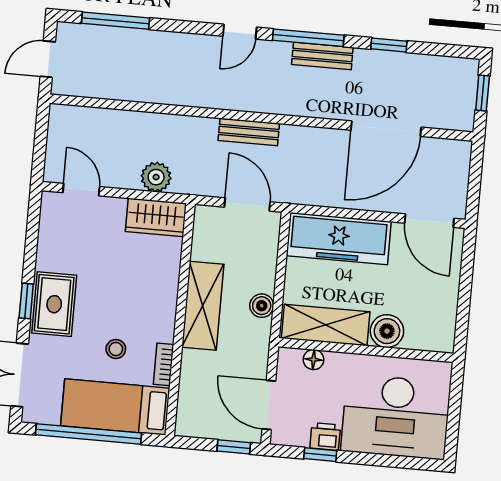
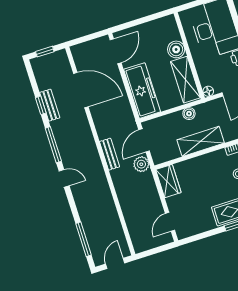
bench: (322, 56) -> (50, 105), moved
door: (48, 59) -> (115, 263), swing flipped
plant: (156, 177) -> (141, 164), moved
floor lamp: (314, 360) -> (208, 91), moved

